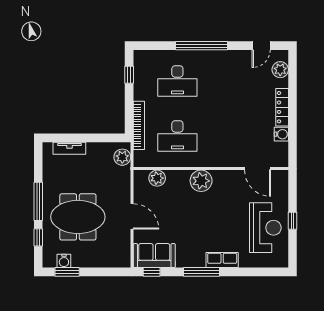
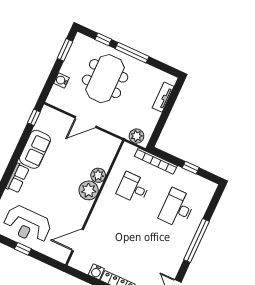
window: (129, 75) -> (191, 168), moved
desk: (177, 136) -> (133, 188), width x0.73
plant: (157, 178) -> (98, 175), moved
sofa: (154, 256) -> (35, 149), moved
water cooler: (64, 261) -> (61, 80), moved
window: (202, 272) -> (16, 157), removed

